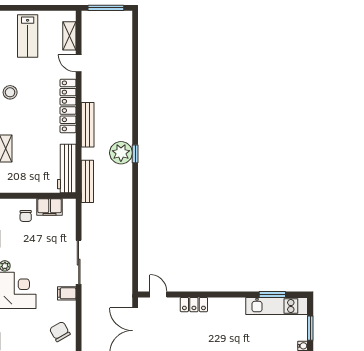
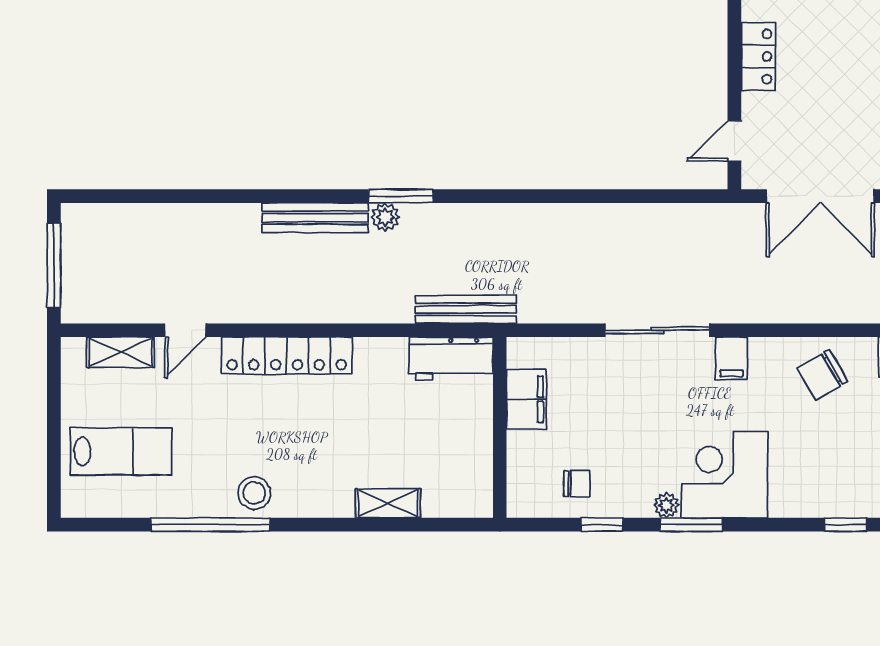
bench: (88, 125) -> (315, 218), moved
plant: (121, 153) -> (385, 217), width x0.53, depth x0.53
window: (135, 154) -> (401, 196), width x1.50
workbench: (67, 169) -> (451, 359), width x0.73
chair: (26, 216) -> (577, 484), moved

